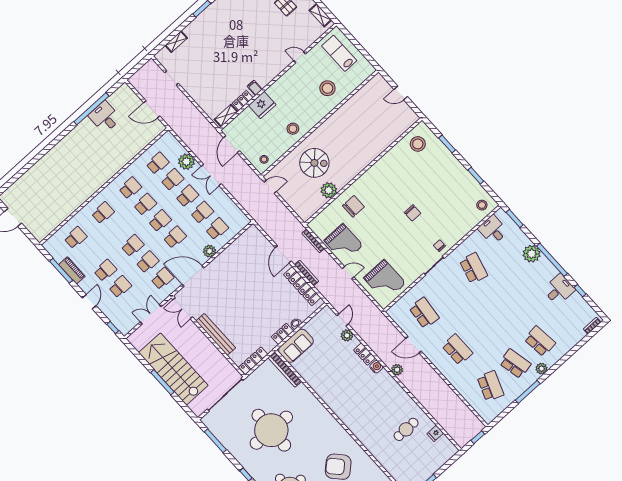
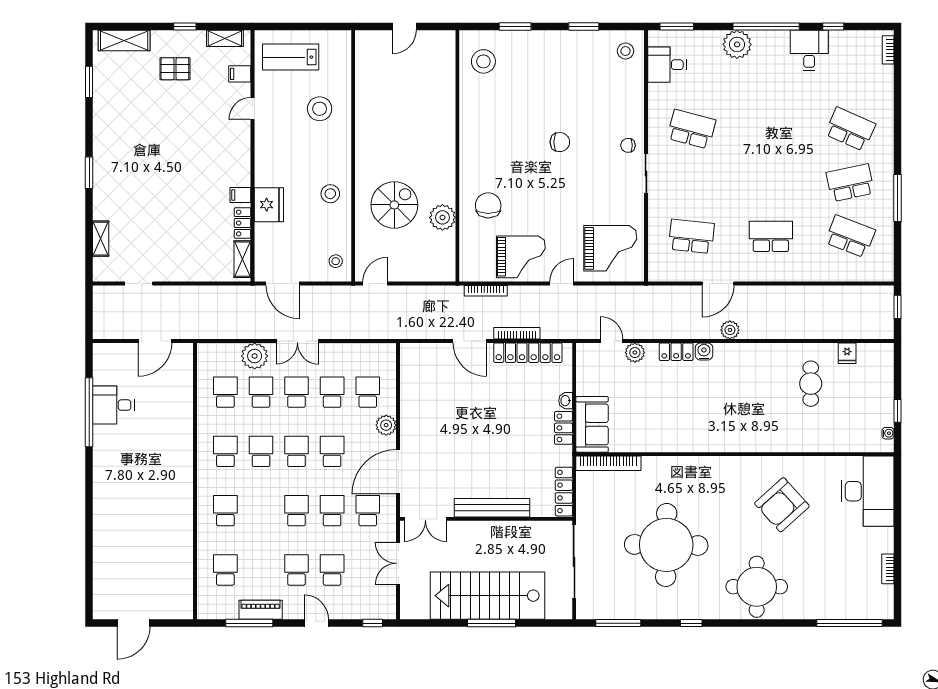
filing cabinet: (310, 37) -> (240, 74), added
school desk: (540, 341) -> (850, 129), turned 30
plant: (542, 369) -> (885, 157), removed

